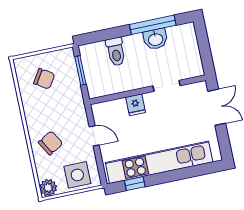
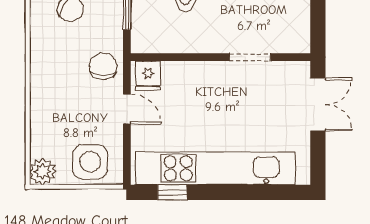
fridge: (136, 105) -> (148, 76), moved
chair: (51, 143) -> (103, 66), moved, turned -60

